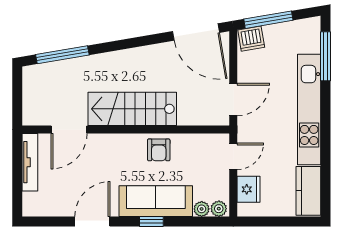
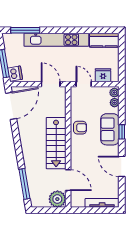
plant: (36, 111) -> (57, 199), added
tv unit: (30, 162) -> (102, 203), moved
sofa: (156, 201) -> (110, 129), width x0.73

